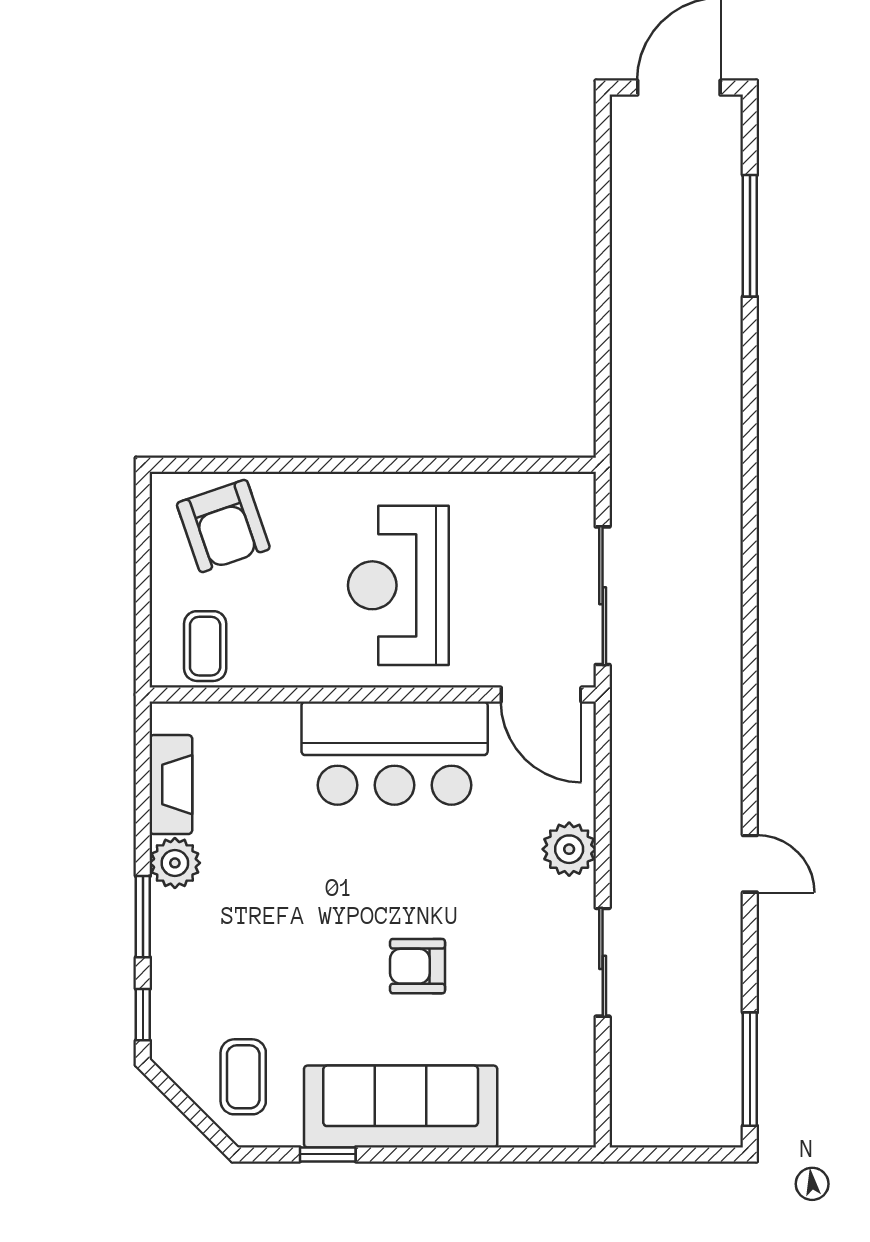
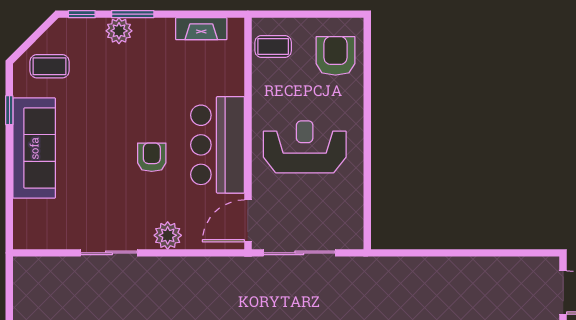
armchair: (223, 526) -> (335, 56), turned 109
plant: (175, 863) -> (119, 31), moved
armchair: (418, 966) -> (152, 157), moved

